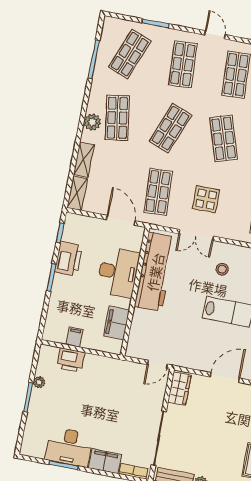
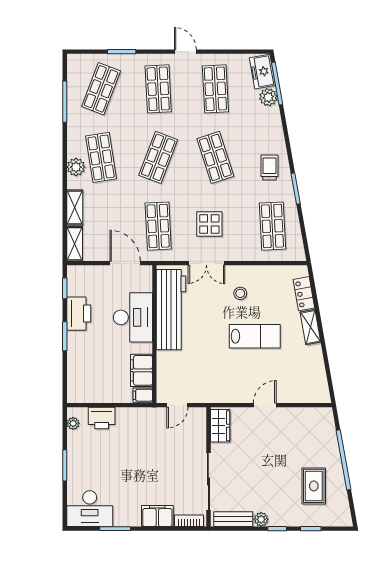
filing cabinet: (74, 337) -> (143, 395), moved, turned -90
door: (157, 364) -> (177, 405), moved
door: (225, 378) -> (265, 405), width x0.73
plant: (39, 382) -> (73, 423), moved
desk: (69, 447) -> (90, 509), moved

